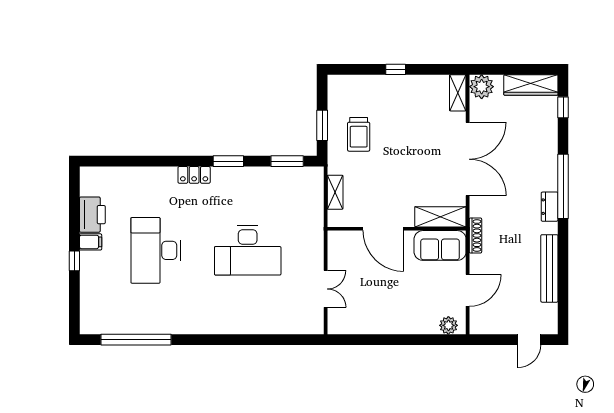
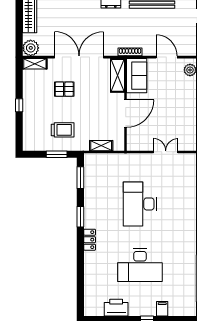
pallet: (420, 137) -> (64, 89), added
filing cabinet: (91, 242) -> (162, 309), moved
desk: (248, 250) -> (140, 204), turned 180

